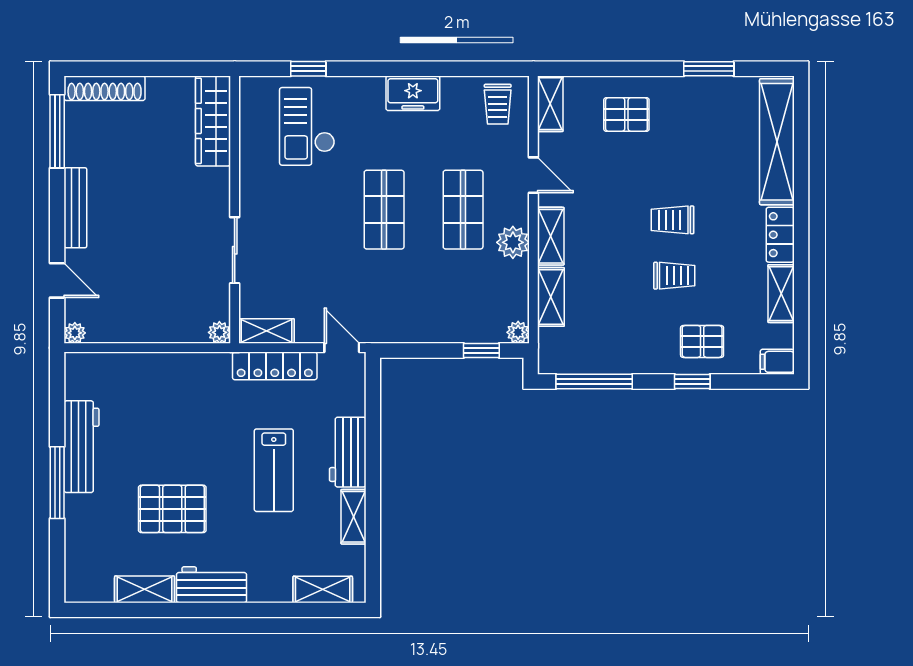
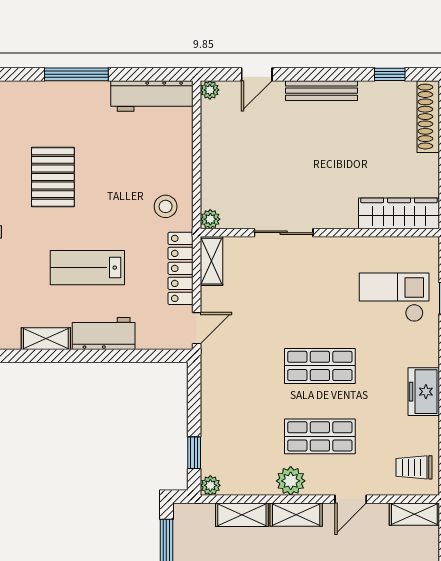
window: (57, 131) -> (390, 74), width x0.46
stool: (205, 383) -> (166, 206), added
workbench: (81, 447) -> (152, 96), moved

